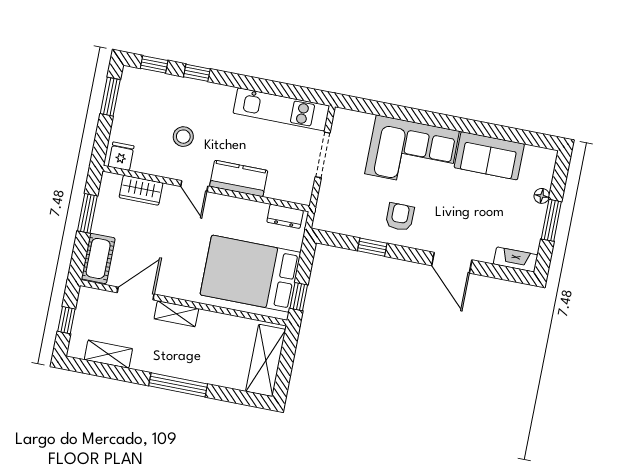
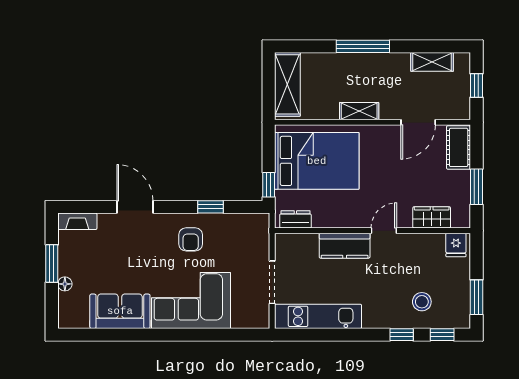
stool: (183, 137) -> (422, 302), moved
door: (194, 186) -> (384, 231), hinge flipped
window: (299, 297) -> (269, 185), moved
shelving: (176, 314) -> (359, 111), moved

